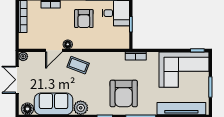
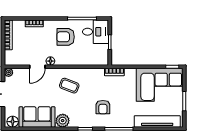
armchair: (84, 19) -> (66, 37), turned 90
coffee table: (78, 65) -> (69, 86), moved
armchair: (124, 93) -> (103, 107), width x0.53, depth x0.53

